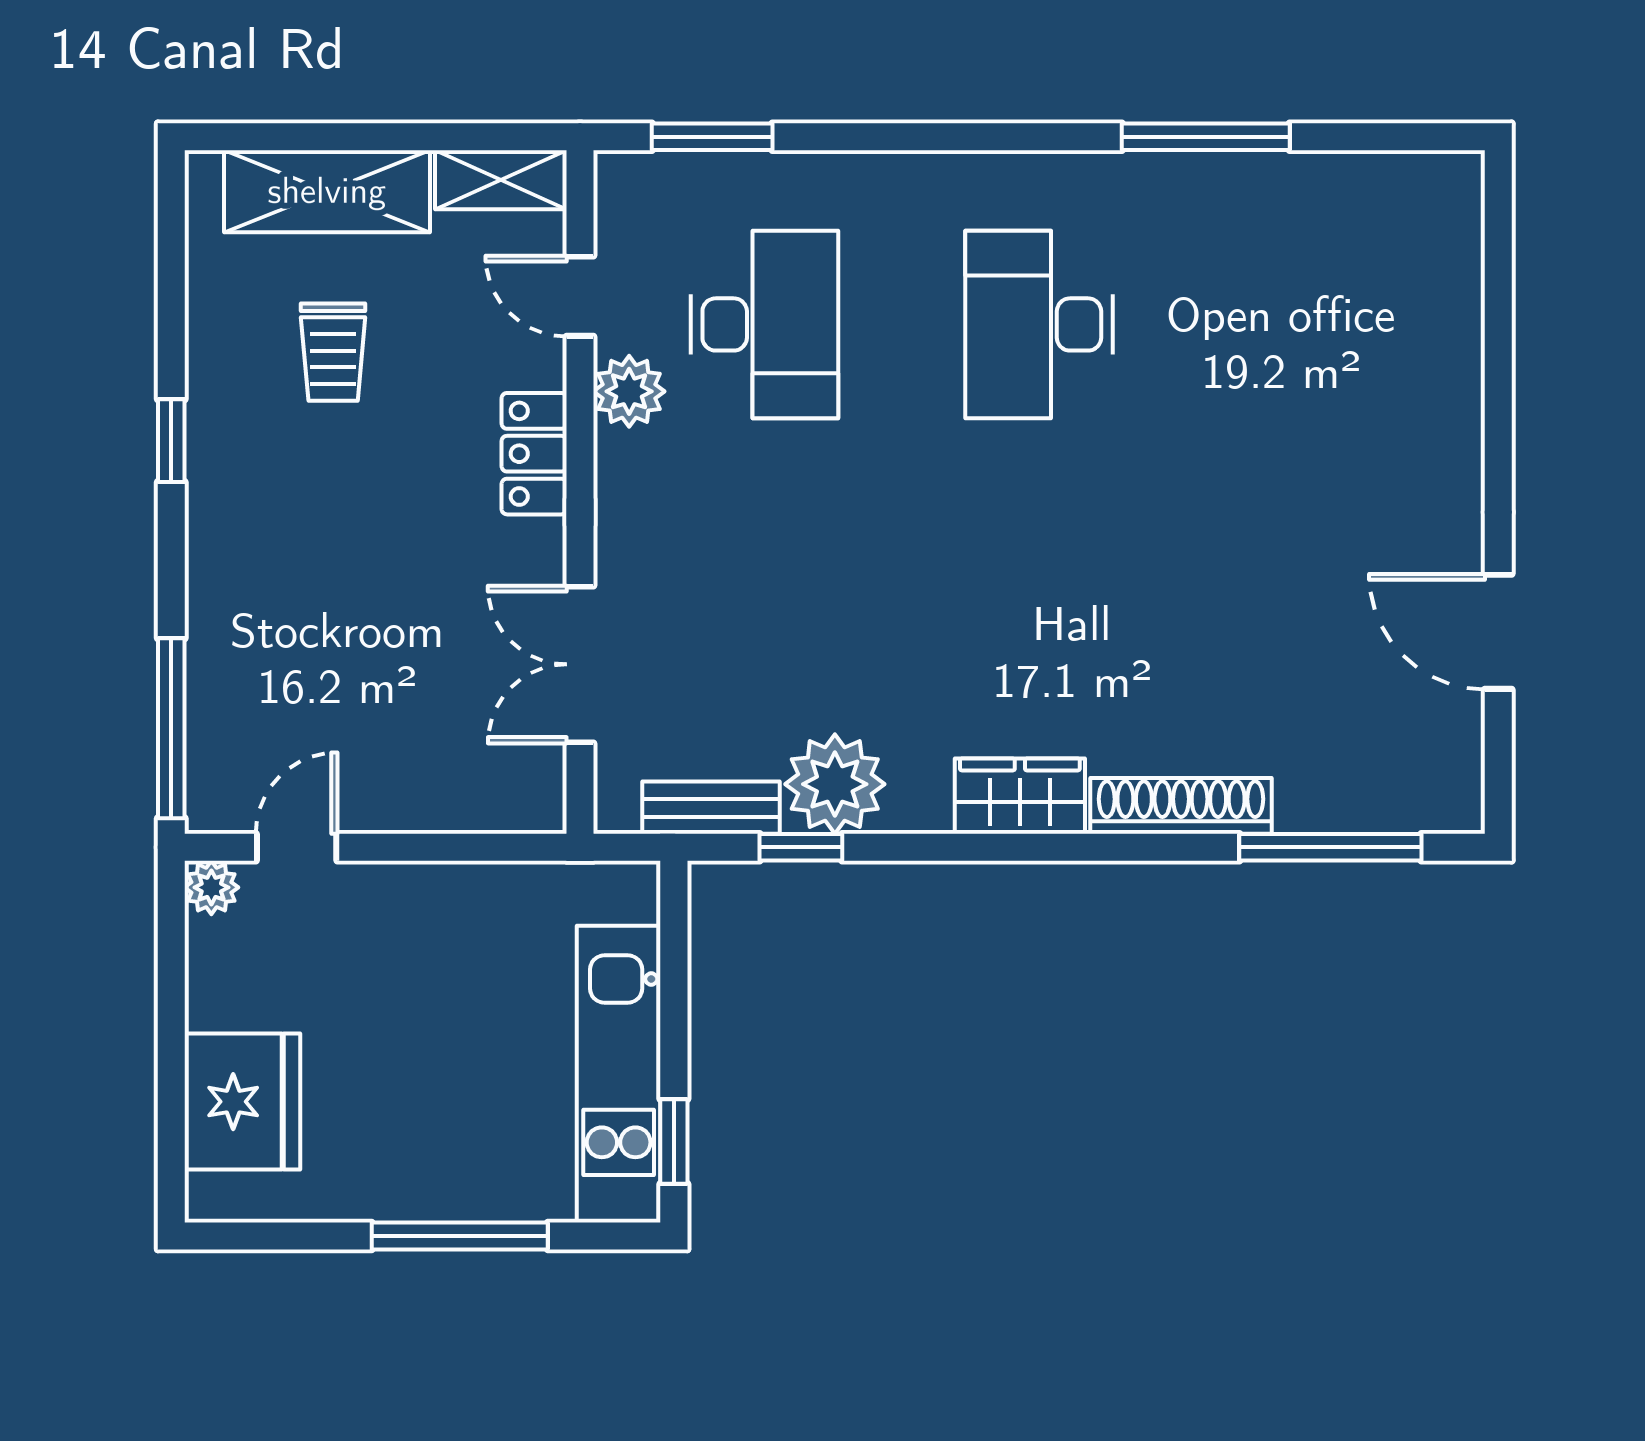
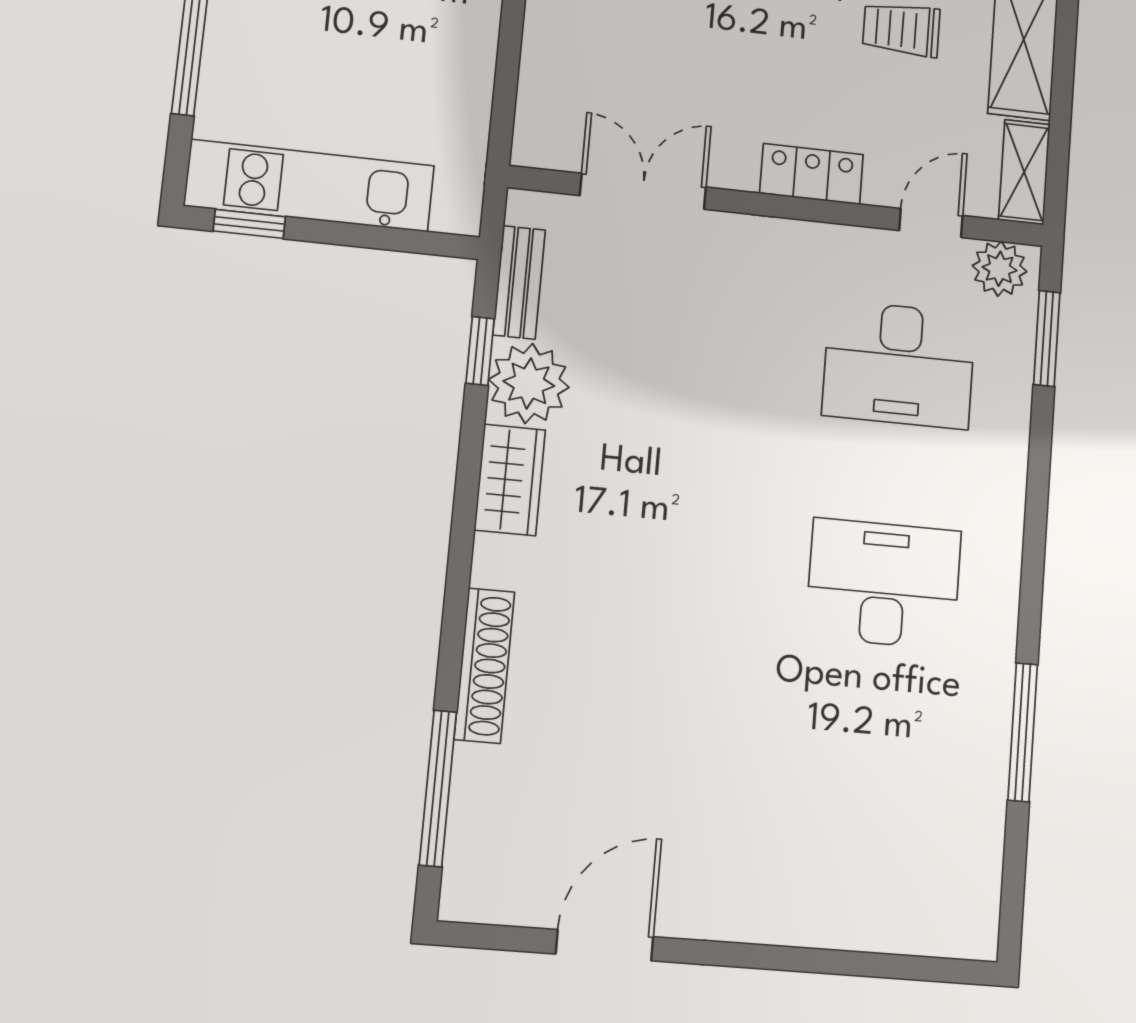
plant: (629, 391) -> (1000, 269), moved
wardrobe: (1020, 796) -> (510, 480), moved

